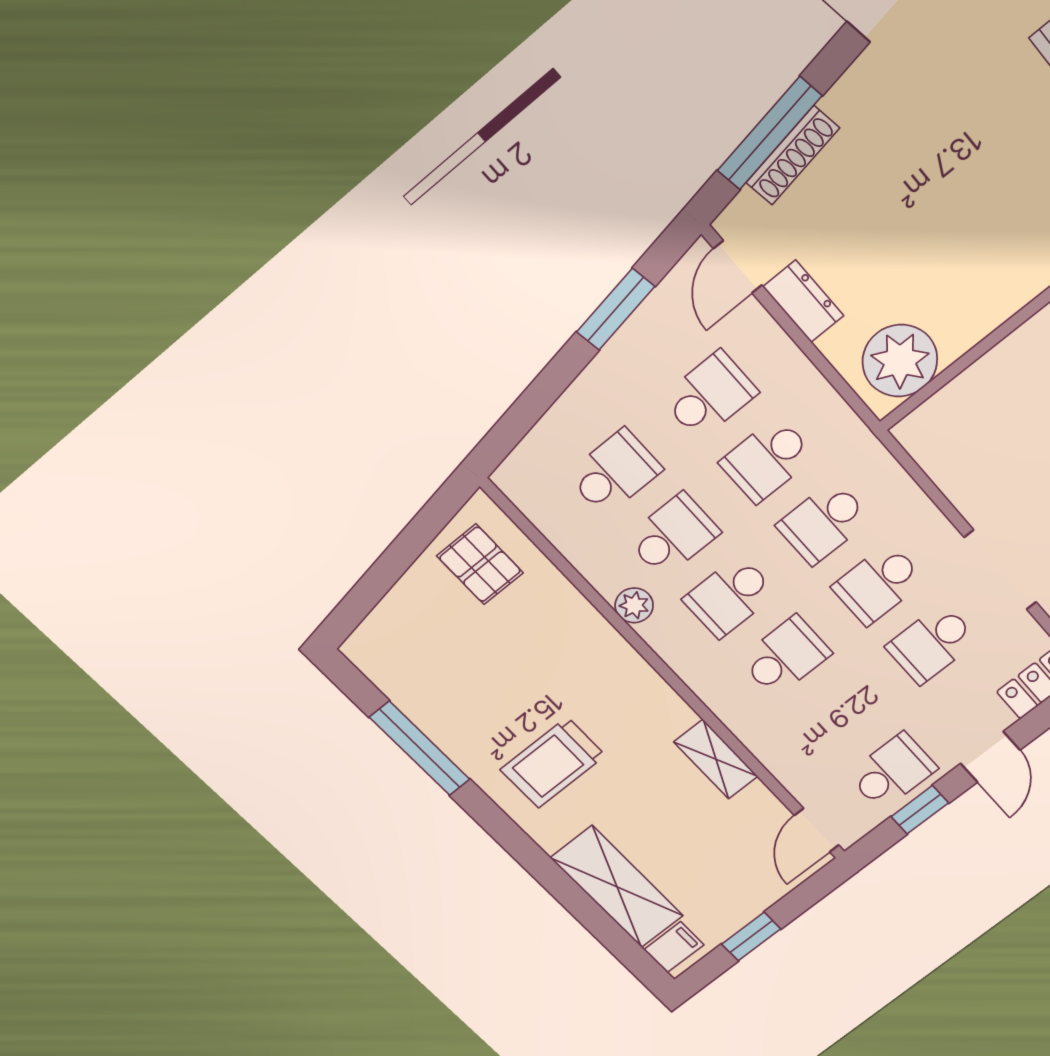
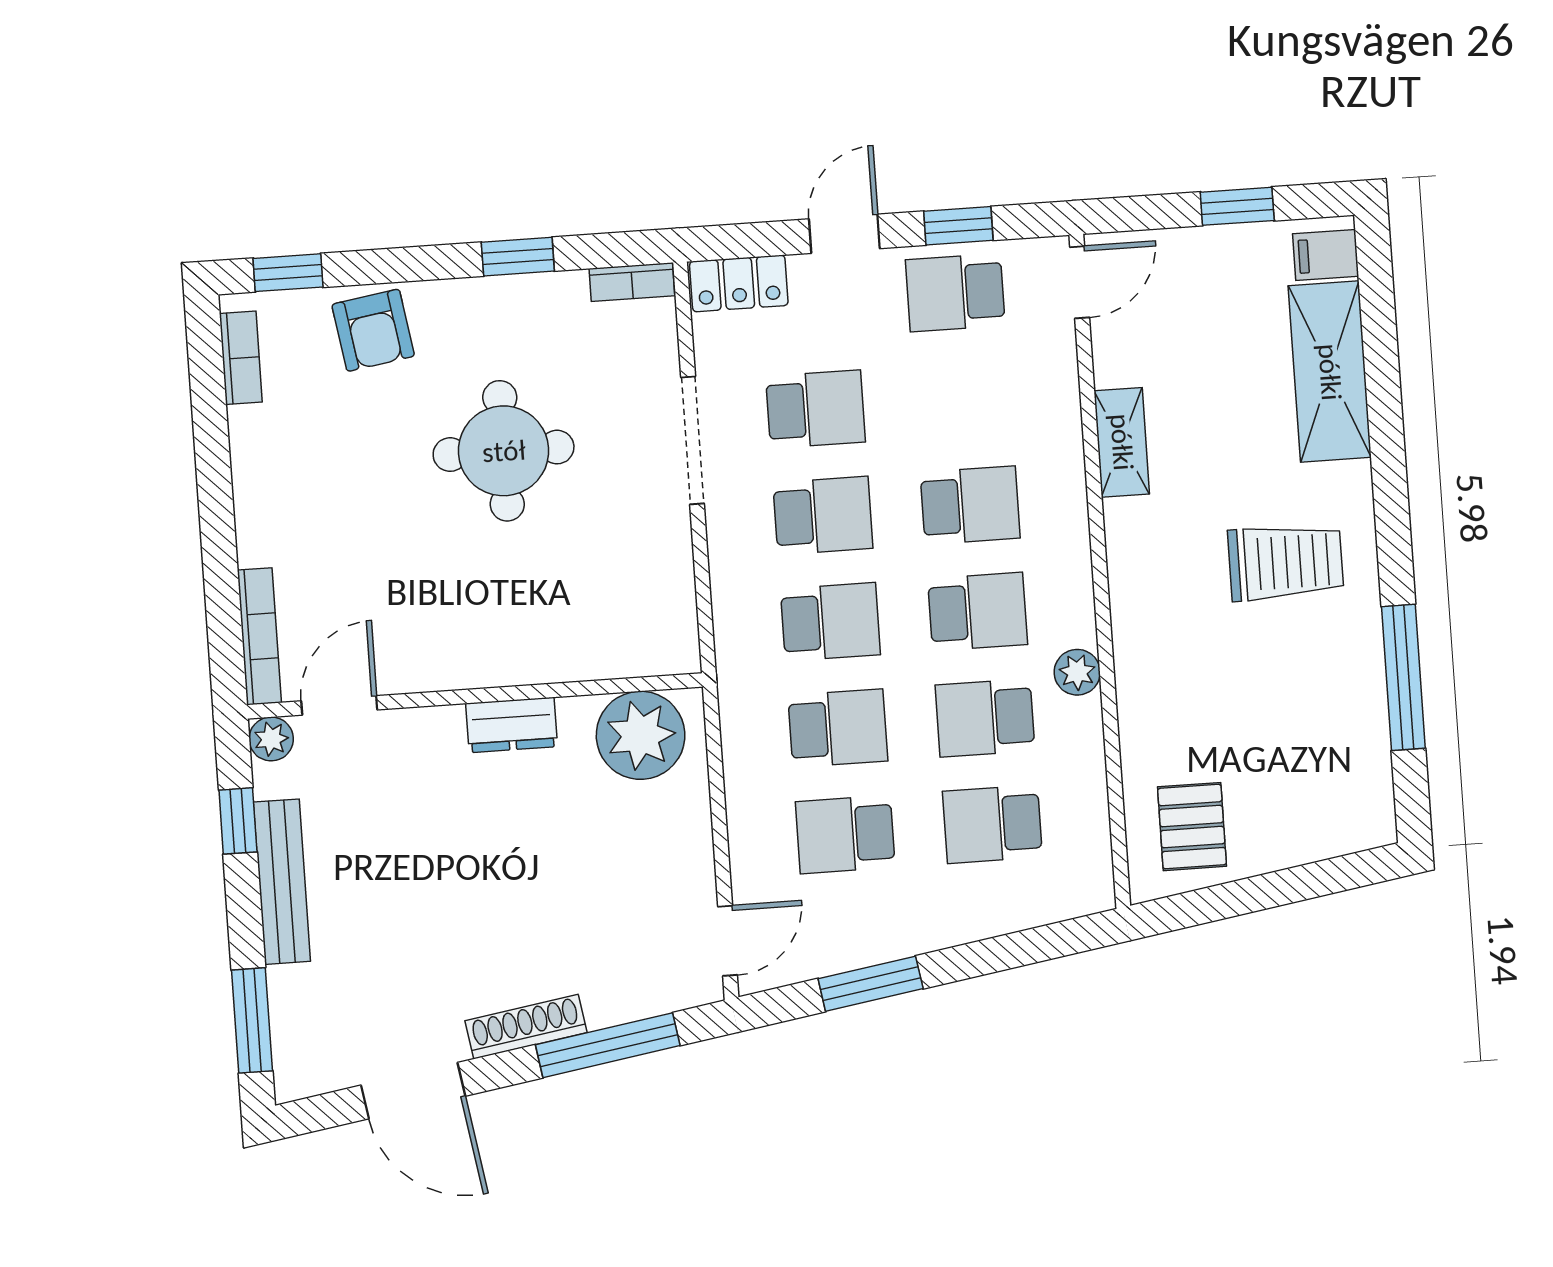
shoe rack: (793, 155) -> (526, 1027), moved
dresser: (803, 301) -> (512, 725), moved, turned -90
school desk: (785, 656) -> (970, 505), turned 180

